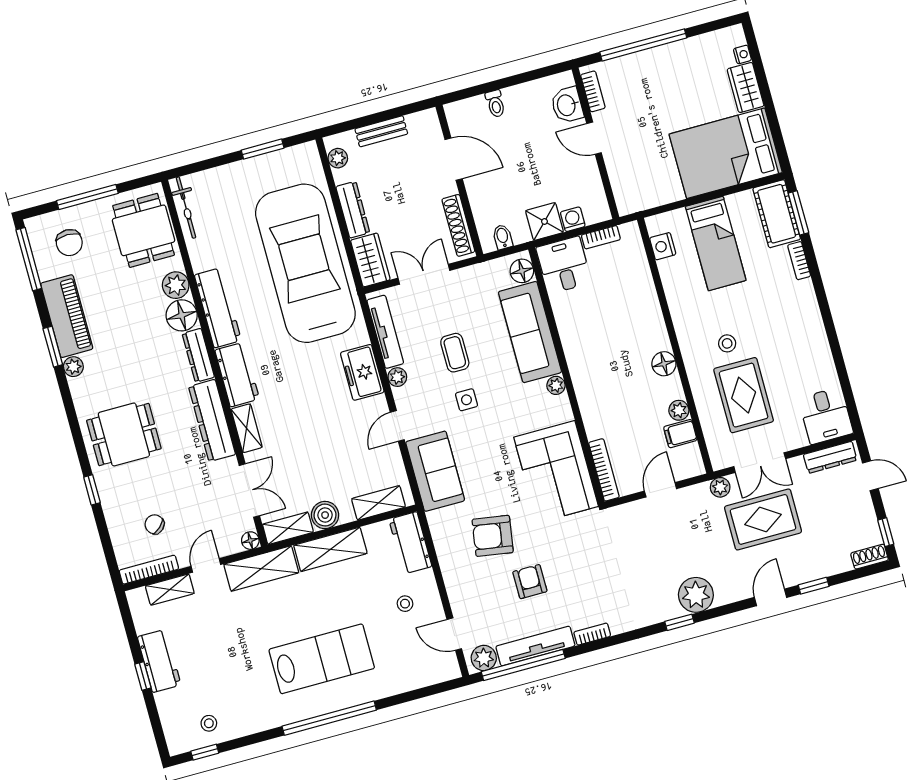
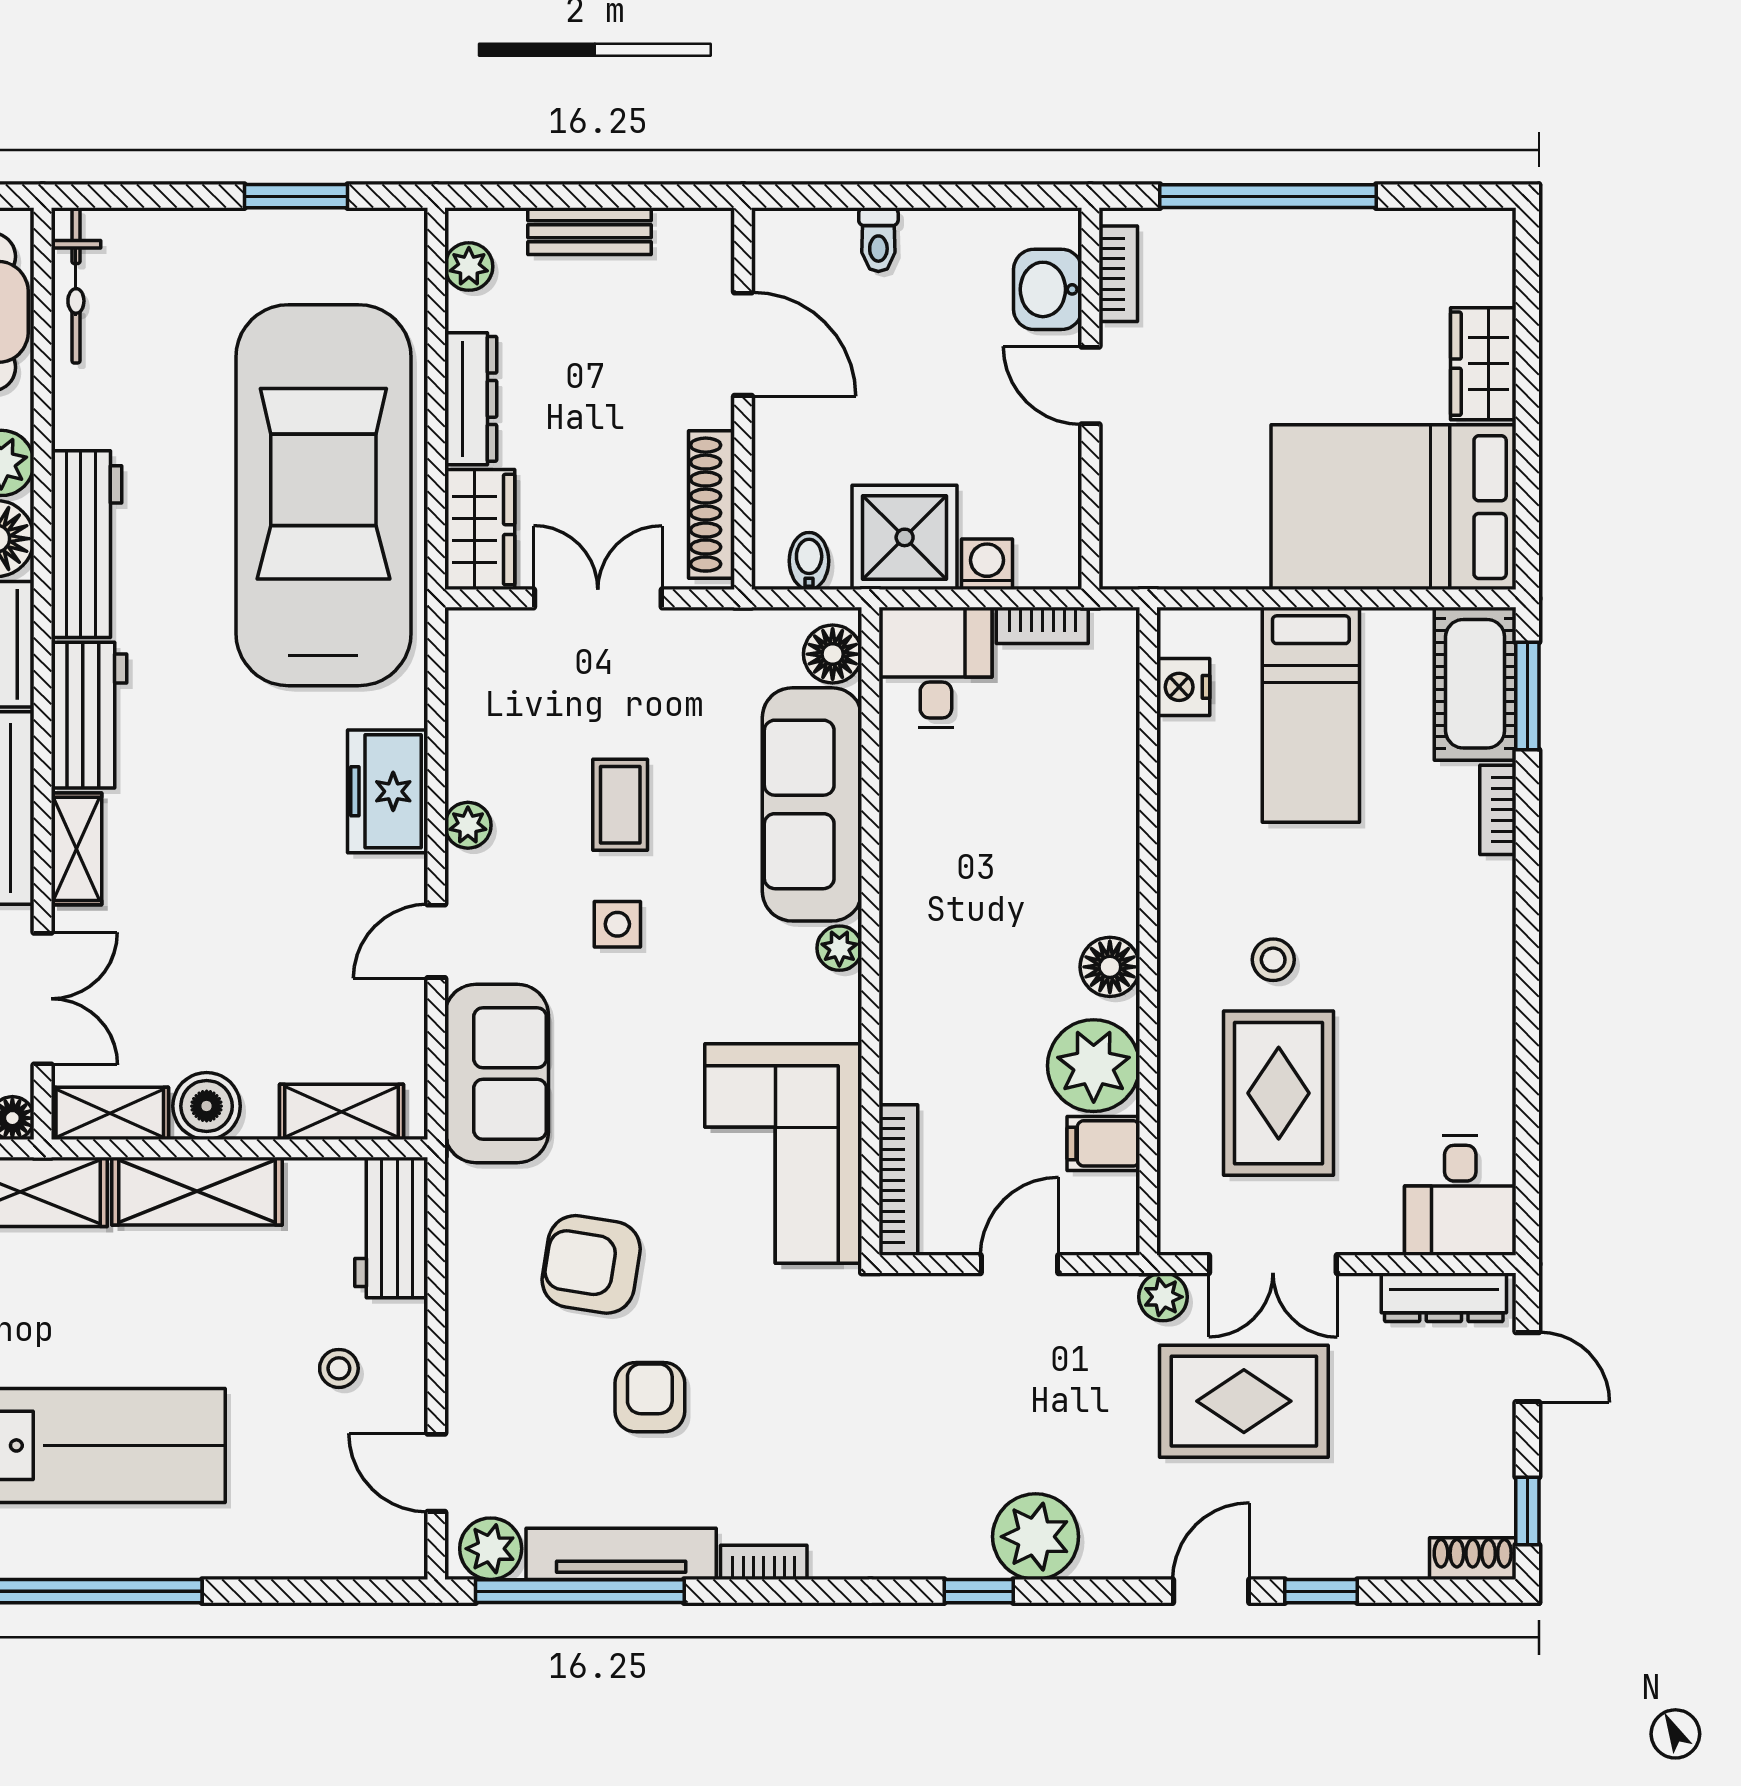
nightstand: (742, 54) -> (1497, 283), removed
shower: (544, 221) -> (905, 537), width x1.36, depth x1.36
tv unit: (385, 332) -> (469, 710), removed
plant: (679, 410) -> (1094, 1066), width x1.88, depth x1.88

